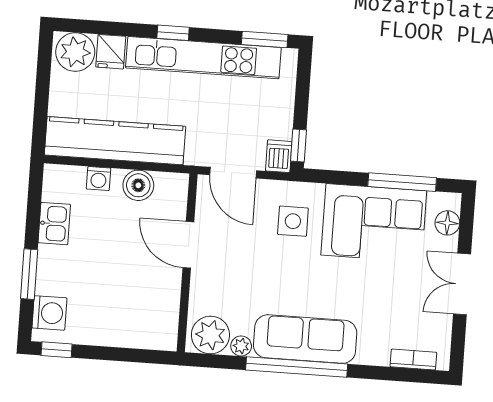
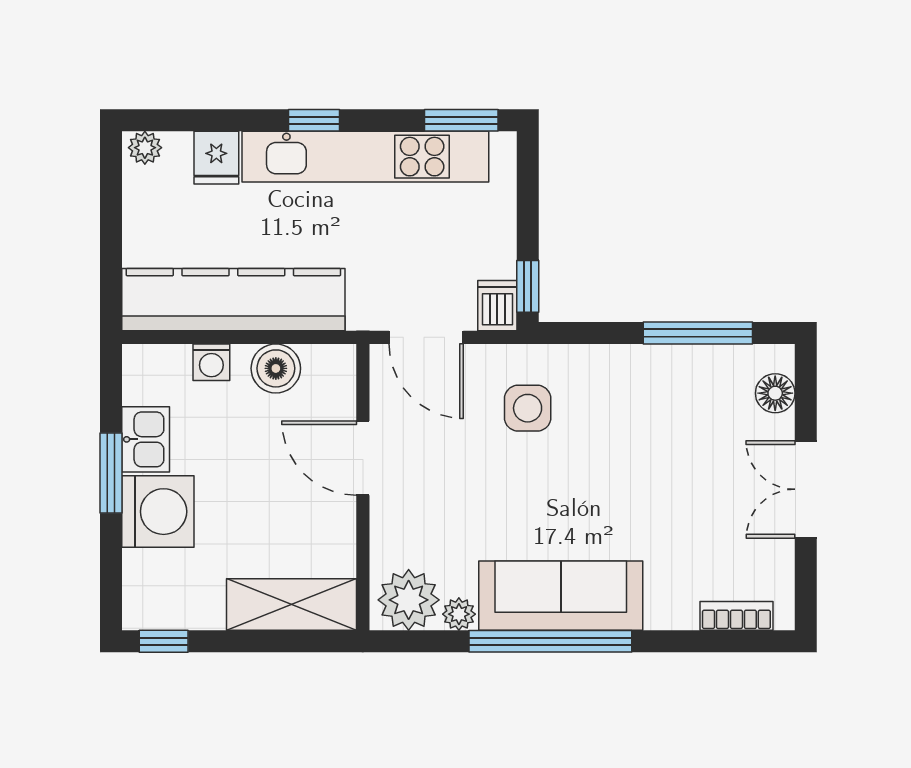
plant: (75, 52) -> (145, 148), width x0.53, depth x0.53
corner sofa: (374, 223) -> (657, 402), removed
window: (29, 274) -> (111, 473), moved
washing machine: (49, 313) -> (158, 512), moved, width x1.37, depth x1.37
shelving: (138, 333) -> (291, 604), added

